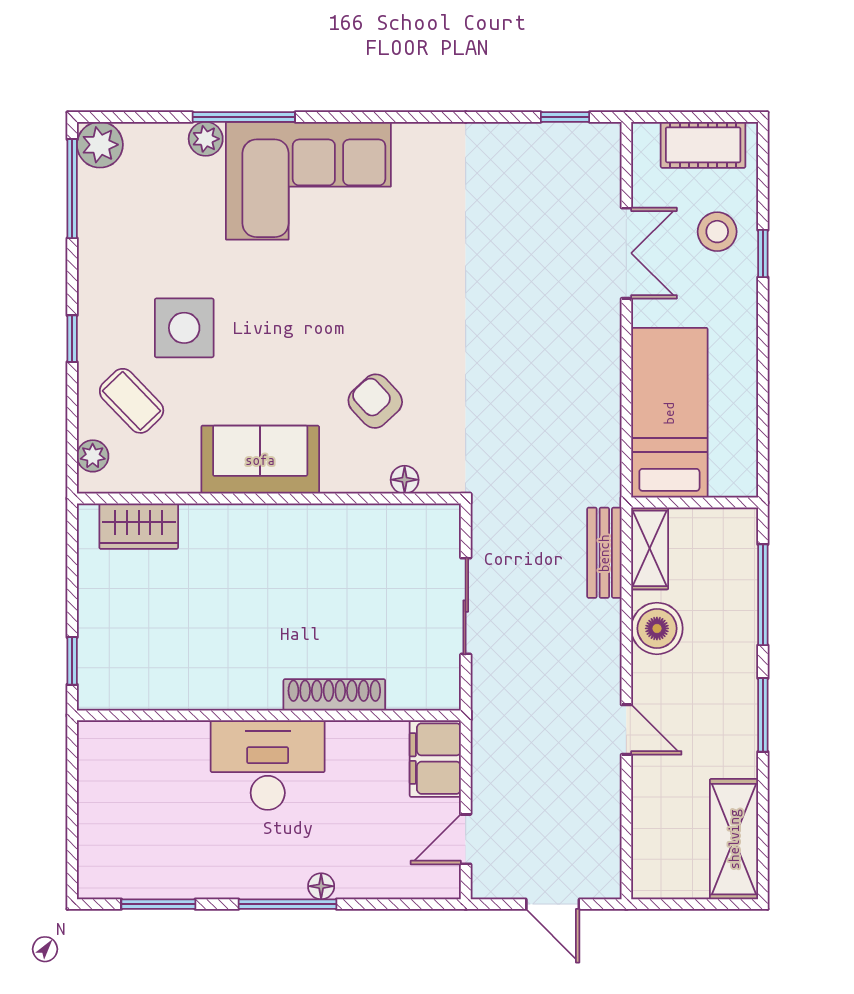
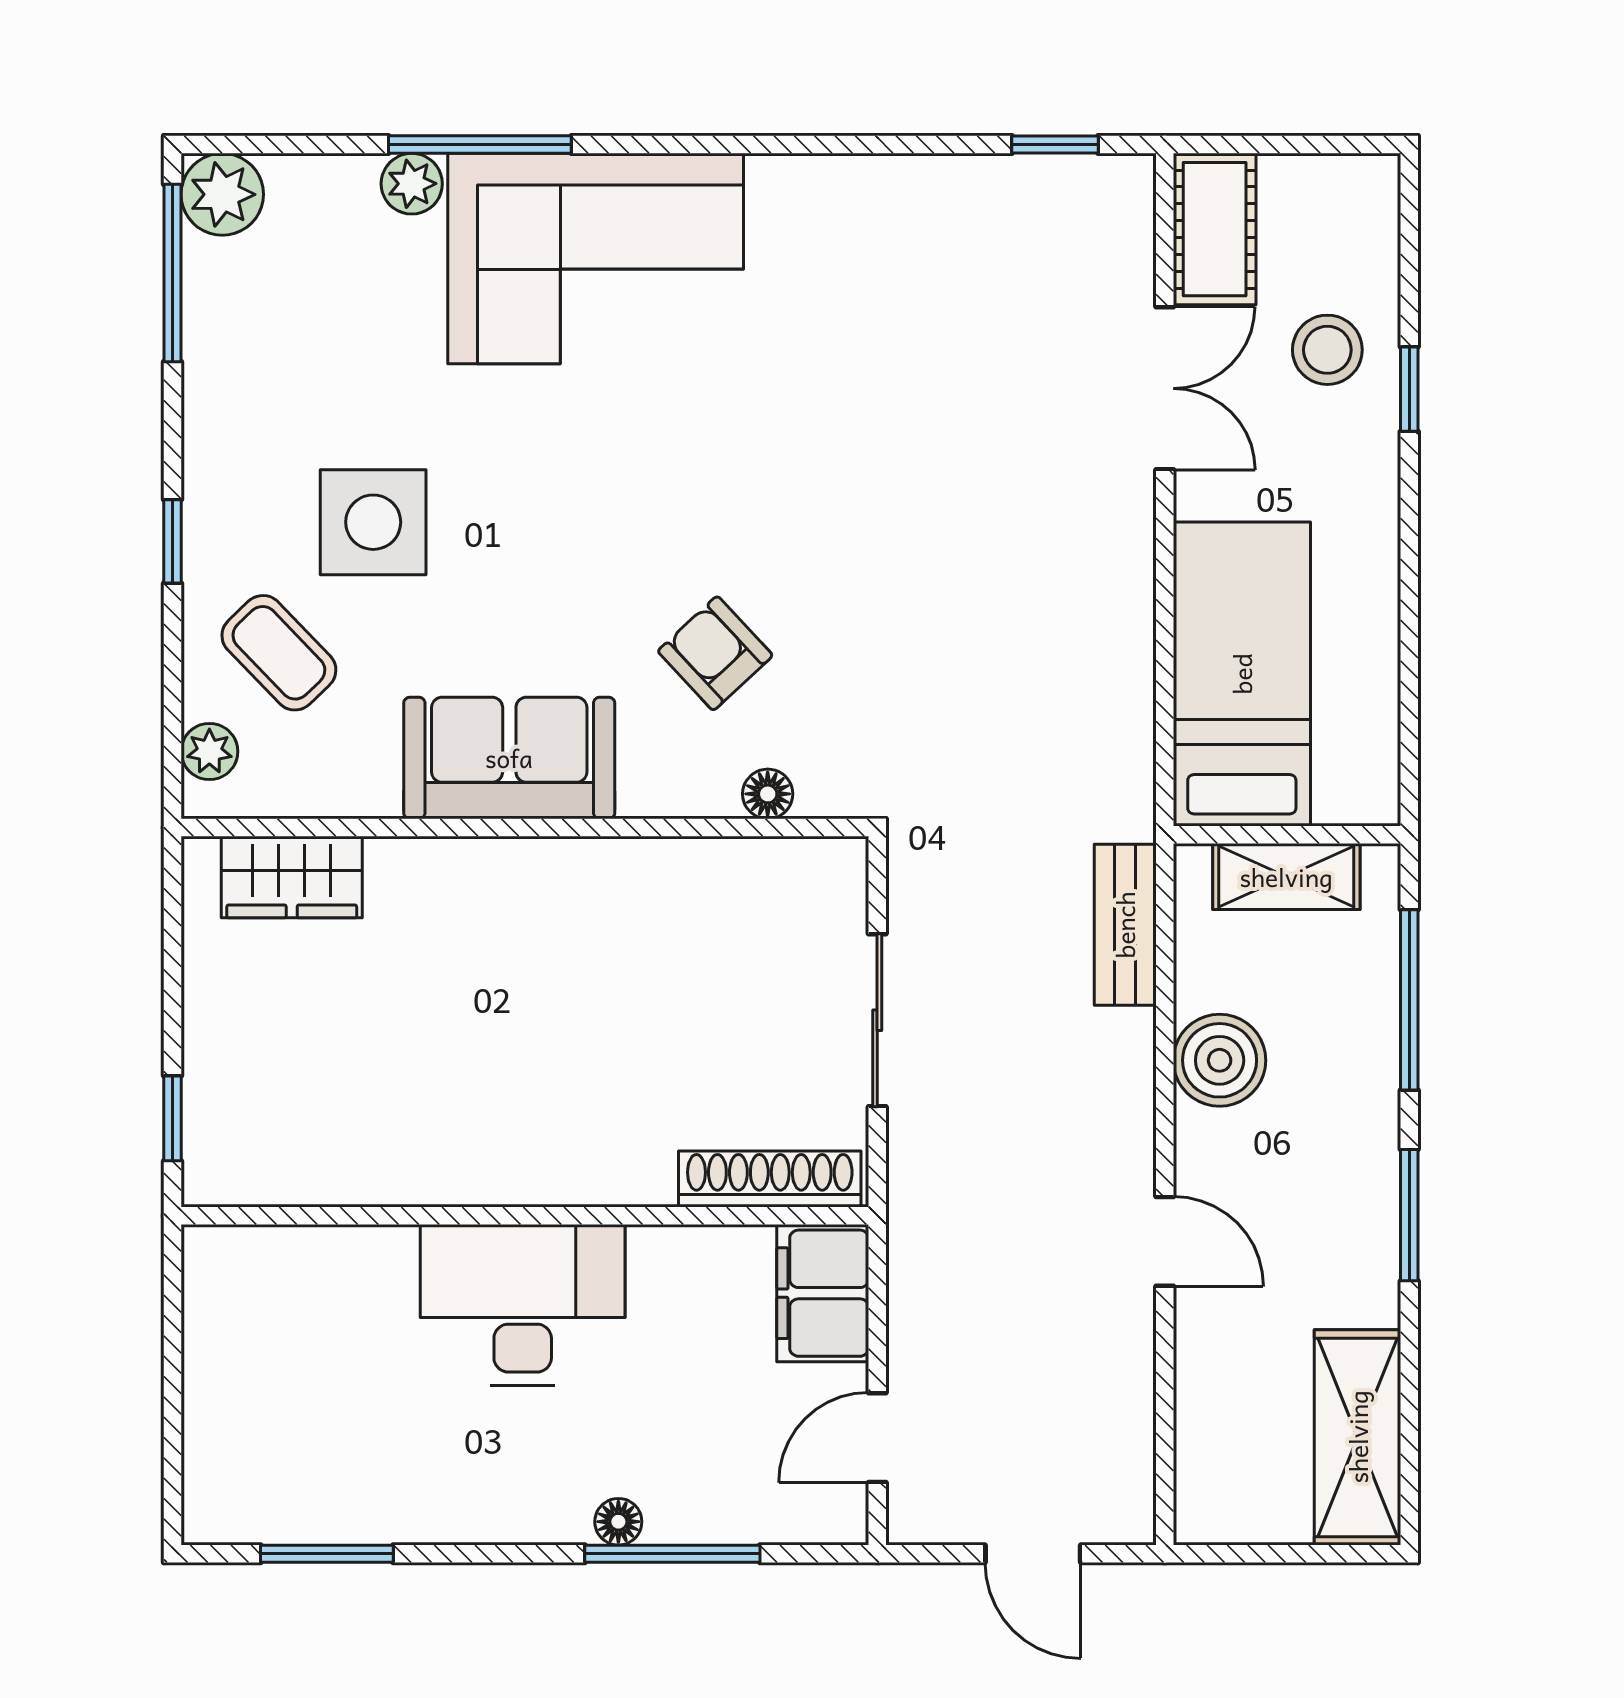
cot: (703, 145) -> (1215, 229), moved, turned 90
shelving: (650, 548) -> (1286, 877), moved, turned 90
shoe rack: (334, 695) -> (770, 1179), moved
window: (288, 904) -> (672, 1554), moved

